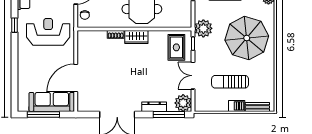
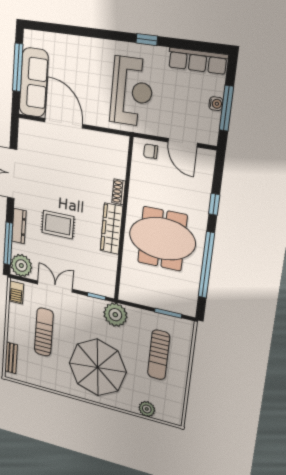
wardrobe: (136, 37) -> (112, 229), width x1.50
rug: (176, 47) -> (58, 225), moved
barbecue: (237, 106) -> (16, 292), moved

